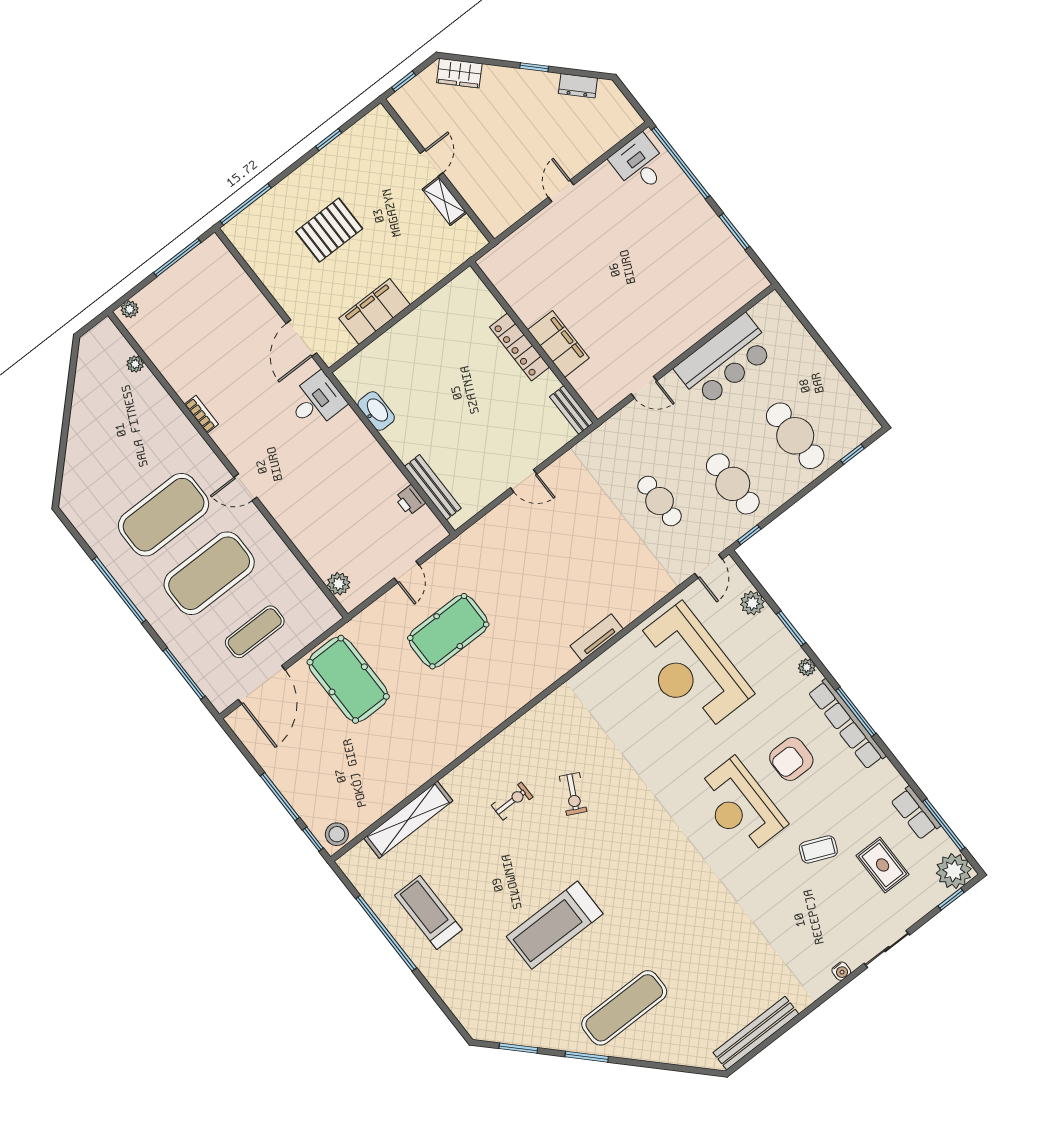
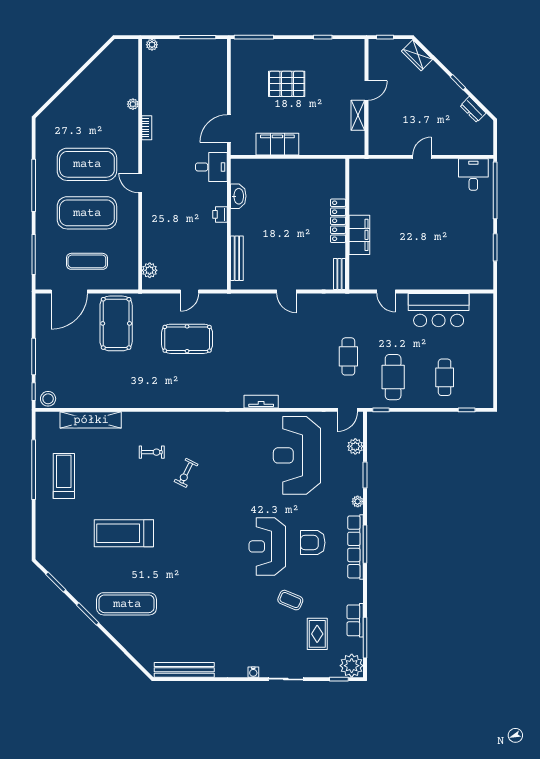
plant: (135, 364) -> (133, 104), moved
cafe table: (795, 436) -> (445, 377), width x0.73, depth x0.74
printer: (410, 500) -> (220, 214), moved

